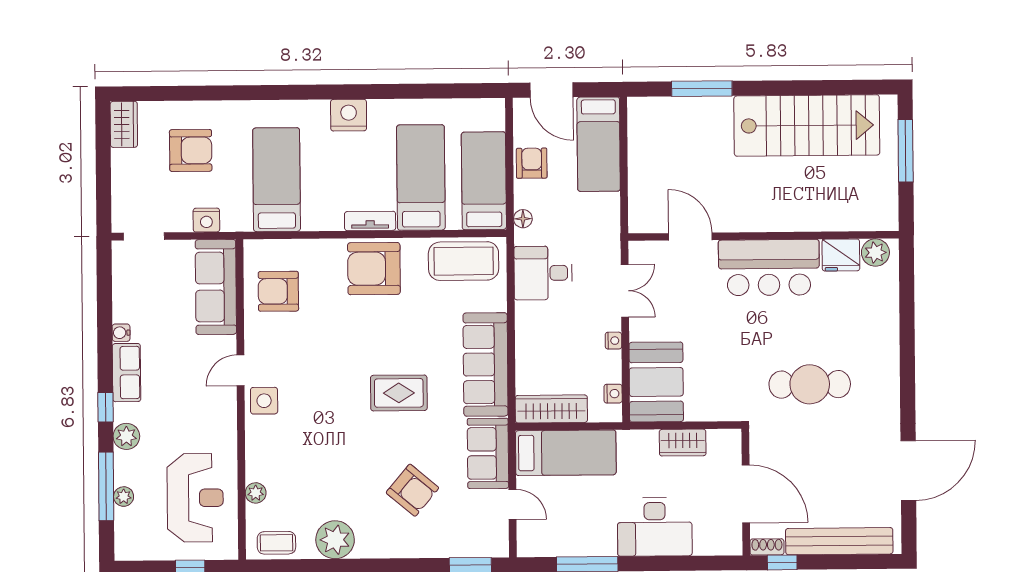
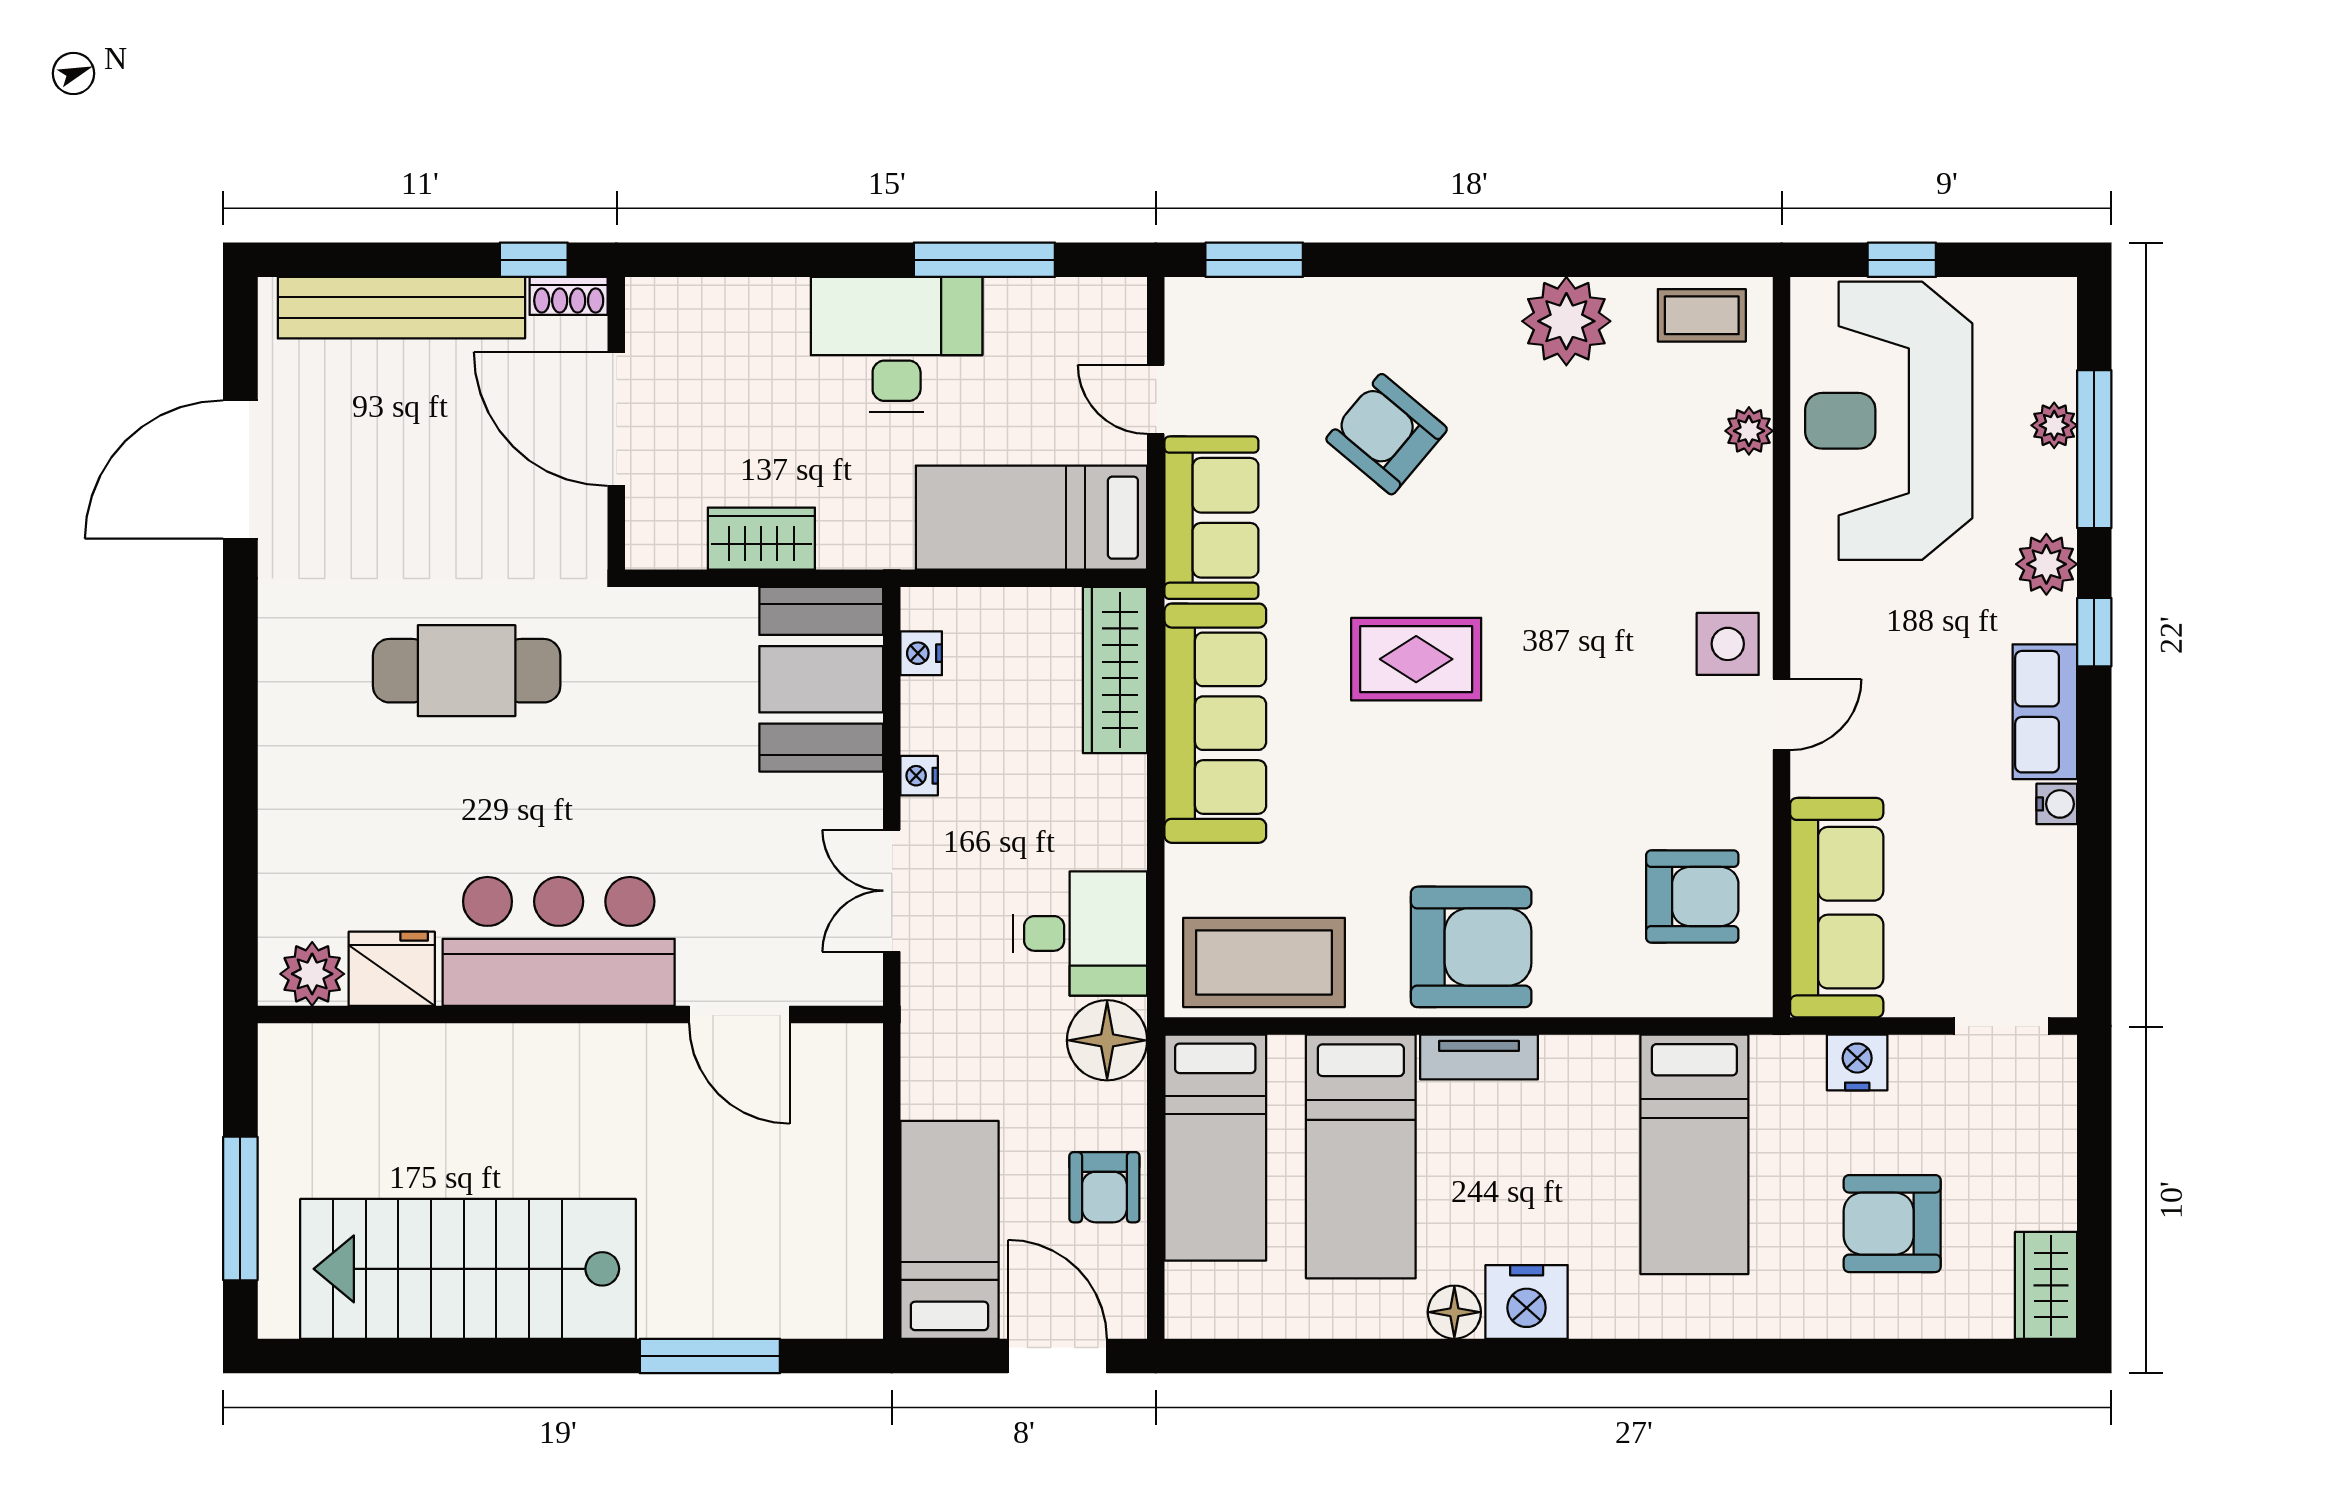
floor lamp: (380, 110) -> (1454, 1312), added
floor lamp: (523, 219) -> (1107, 1040), width x1.89, depth x1.89
wardrobe: (551, 409) -> (1115, 670), moved, turned 90
reception desk: (195, 498) -> (1889, 421), width x1.36, depth x1.30
desk: (655, 527) -> (897, 344), moved

